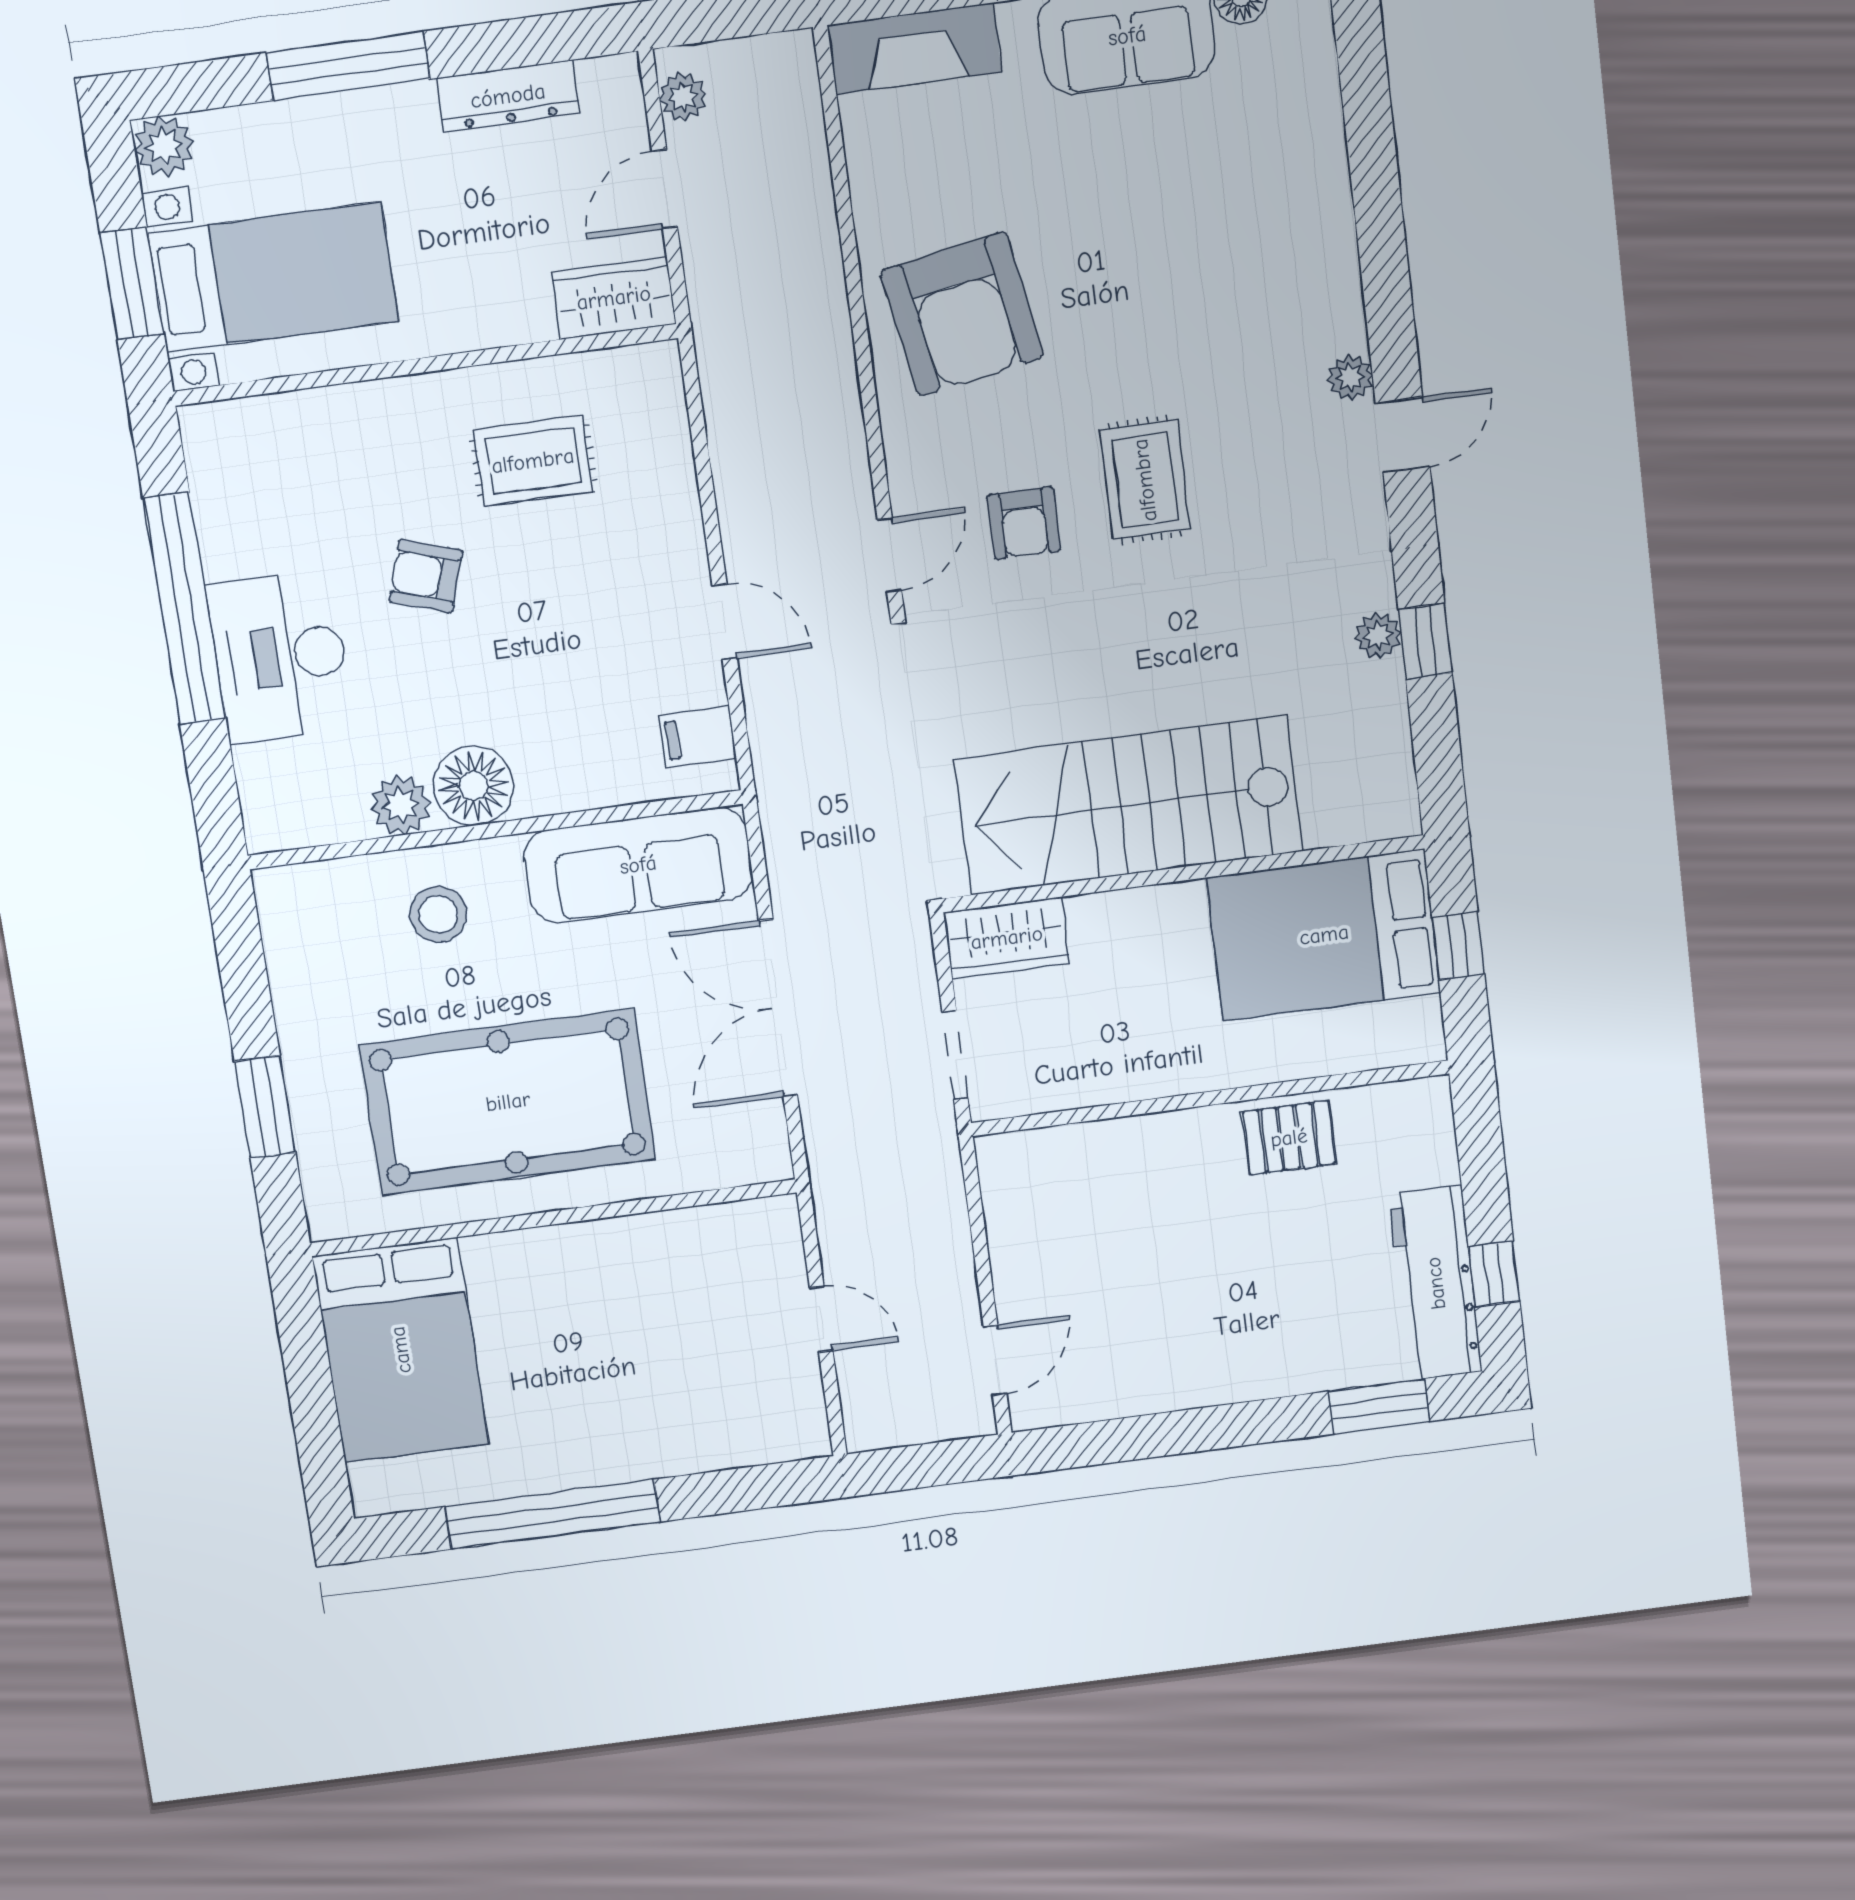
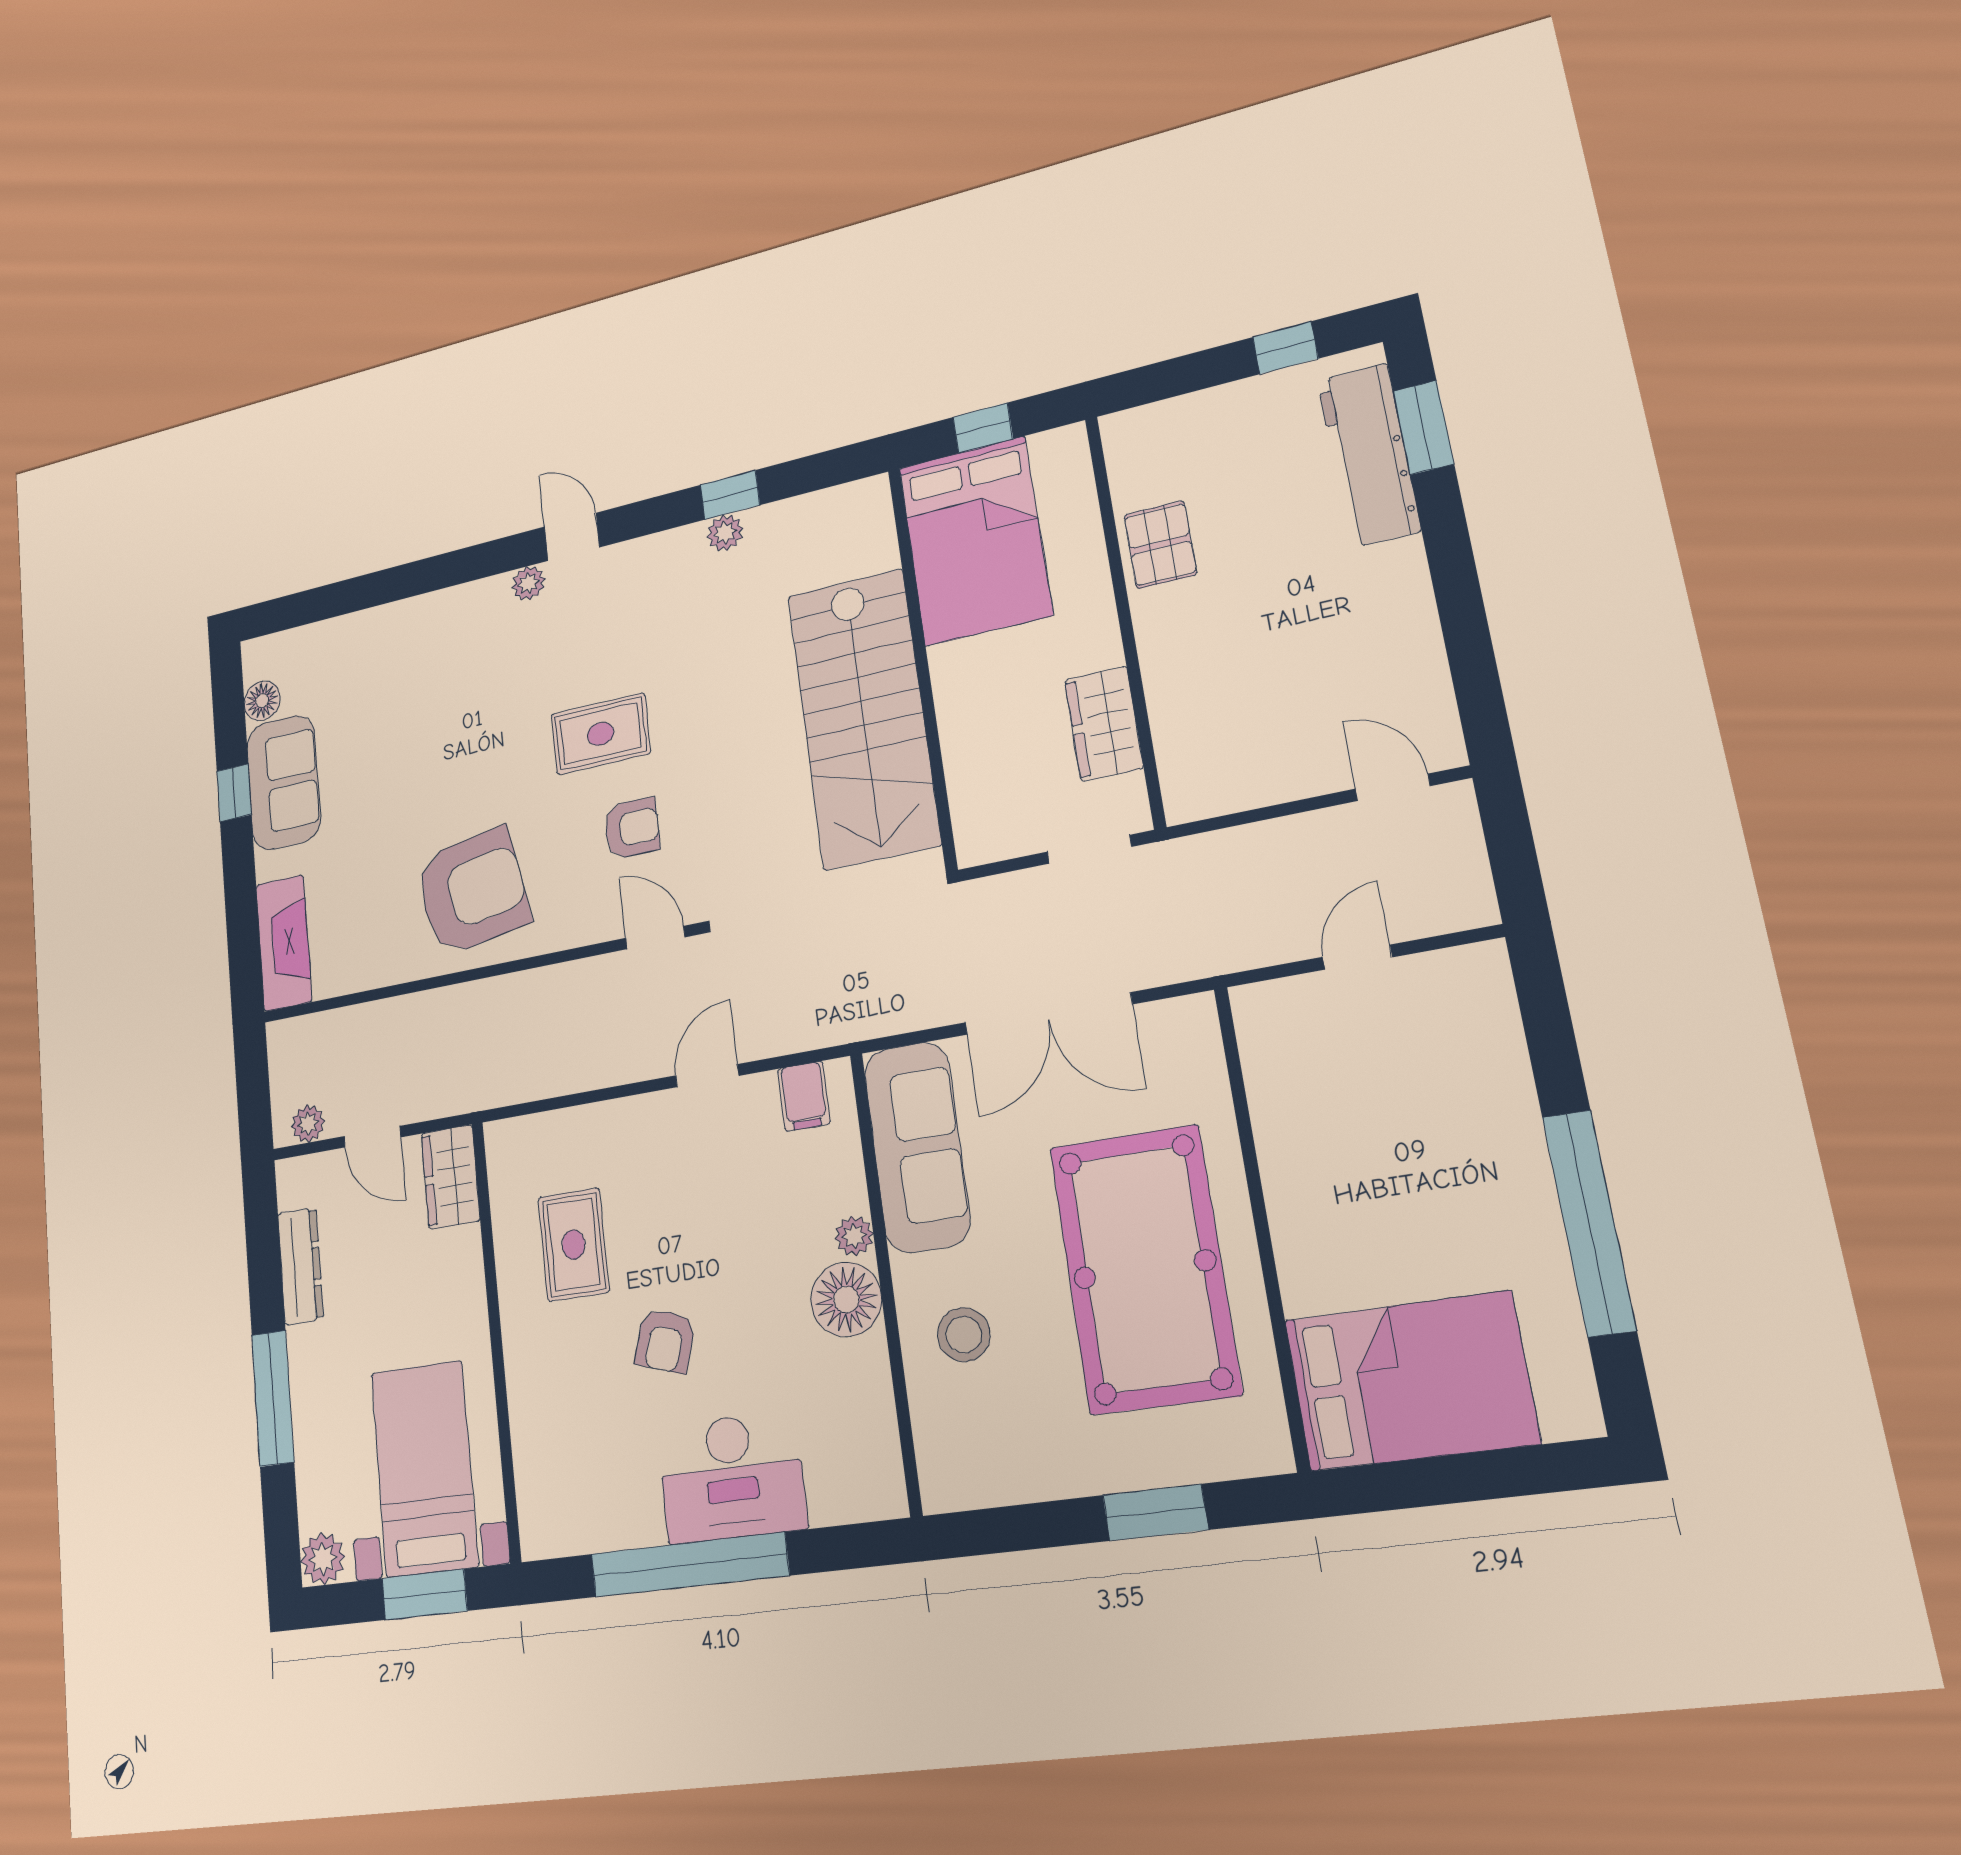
plant: (401, 805) -> (854, 1236), moved, width x0.73, depth x0.73
wardrobe: (1007, 938) -> (1104, 724), moved, turned 180
workbench: (1436, 1283) -> (1369, 455), moved, turned 90

